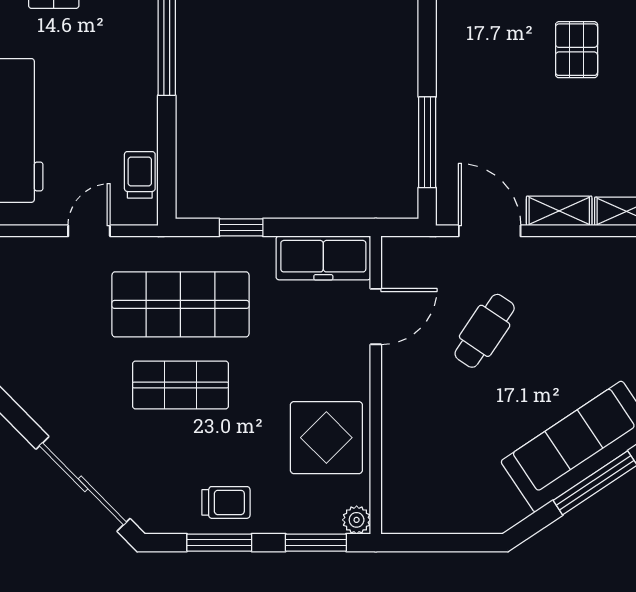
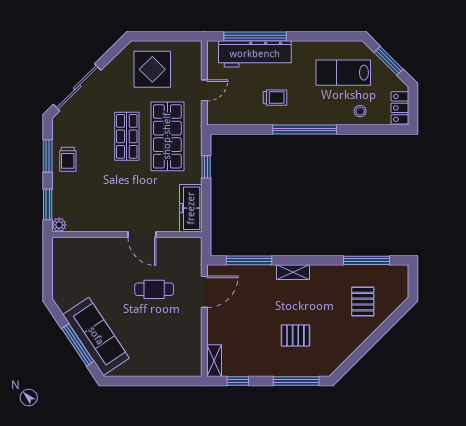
trolley: (140, 175) -> (275, 98), moved
shelving: (559, 211) -> (293, 272), moved, turned 90
door: (89, 231) -> (204, 90), hinge flipped
door: (376, 317) -> (142, 235), moved
cafe table: (485, 331) -> (154, 289), turned -34
display table: (326, 438) -> (152, 69), moved

